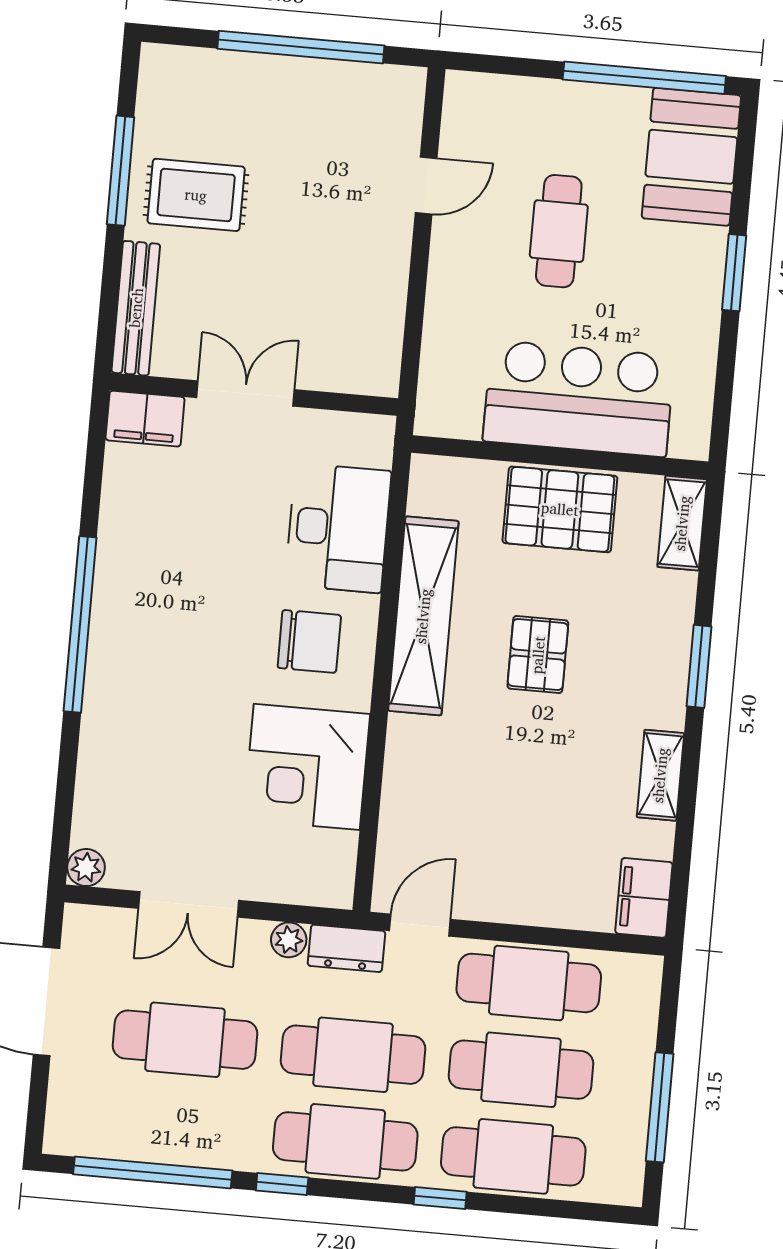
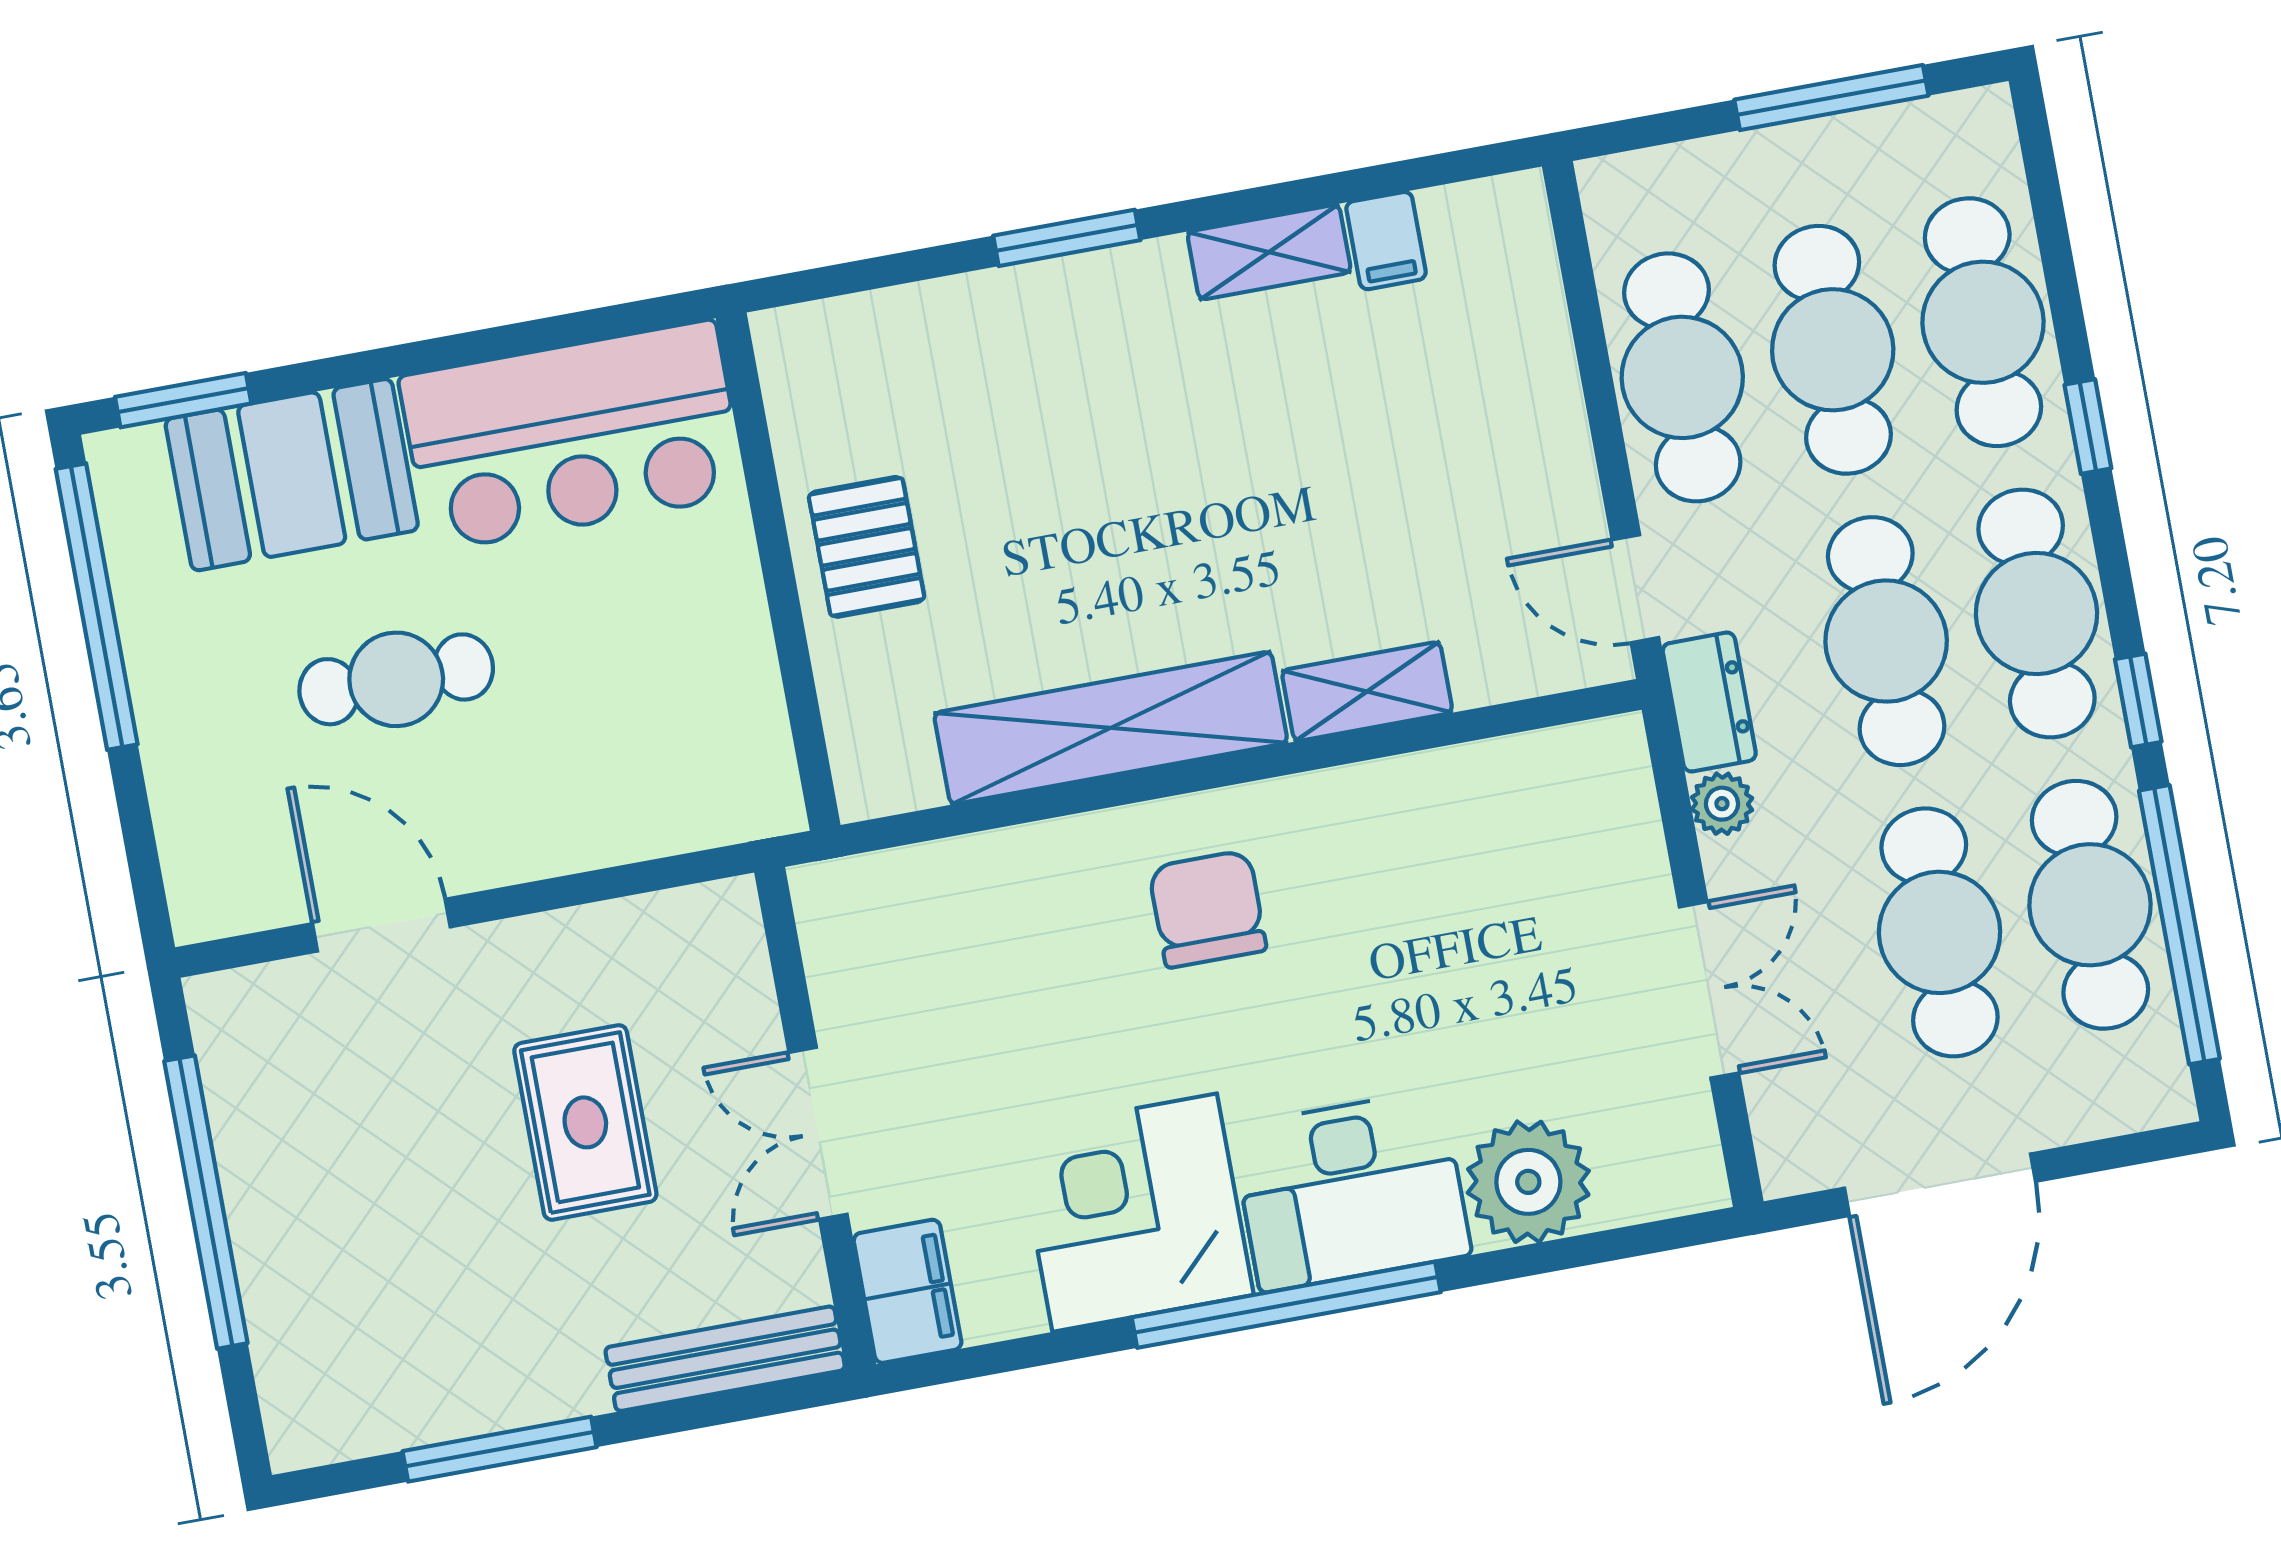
booth: (691, 157) -> (292, 475), moved
door: (426, 186) -> (381, 925), width x1.38
rug: (196, 195) -> (585, 1122), moved
window: (734, 273) -> (183, 400), moved
bar counter: (579, 399) -> (572, 436), moved, turned -90
pallet: (560, 509) -> (867, 547), width x0.67, depth x0.71
shelving: (682, 523) -> (1367, 692), moved
desk: (338, 528) -> (1351, 1191), moved, turned 180
pallet: (538, 655) -> (1122, 516), removed
corner desk: (307, 767) -> (1135, 1213), moved, turned 180
plant: (86, 868) -> (1528, 1182), moved, width x1.87, depth x1.87
filing cabinet: (644, 898) -> (1386, 241), moved, width x0.50
cafe table: (177, 1126) -> (2090, 905), added

